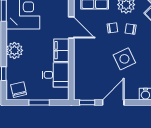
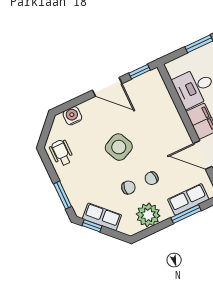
door: (113, 102) -> (107, 87), hinge flipped

